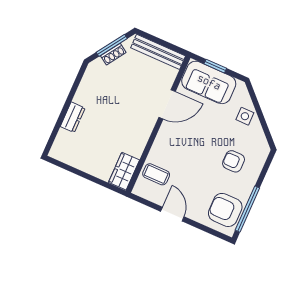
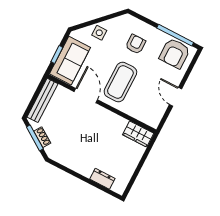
dresser: (73, 117) -> (102, 179), moved
armchair: (234, 161) -> (136, 44), turned 180
coffee table: (156, 174) -> (120, 82), moved, width x1.86, depth x1.72
door: (172, 214) -> (176, 97), hinge flipped

